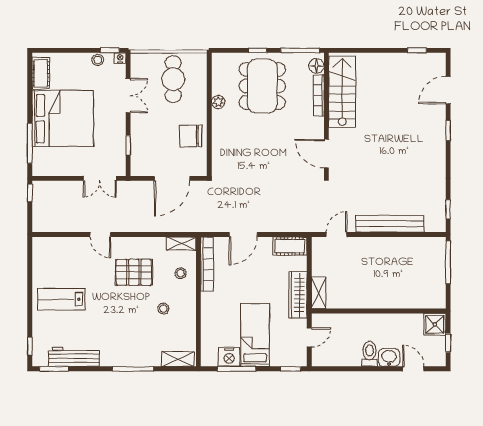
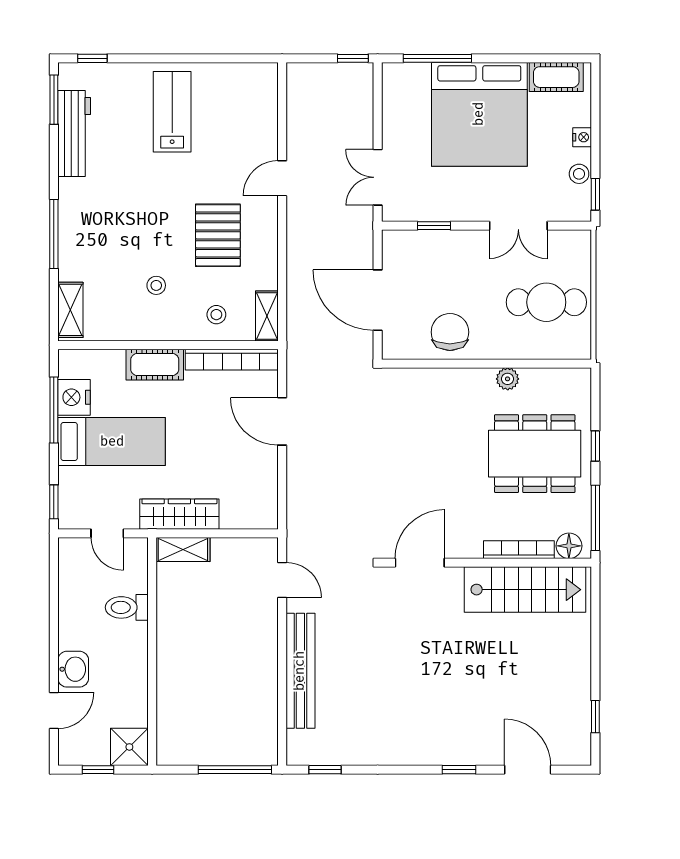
nightstand: (120, 58) -> (582, 137), moved
cot: (290, 246) -> (155, 365), moved, turned 90
toilet: (370, 354) -> (127, 607), moved, turned 180

